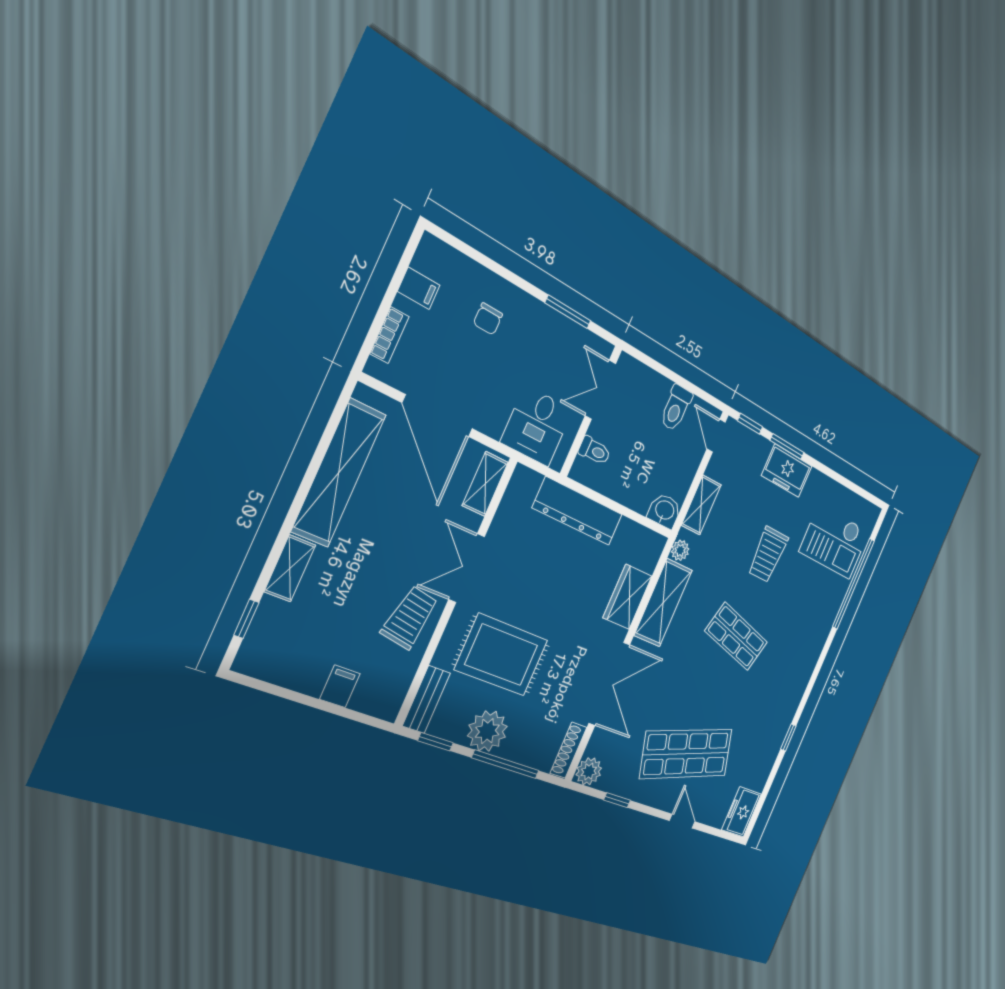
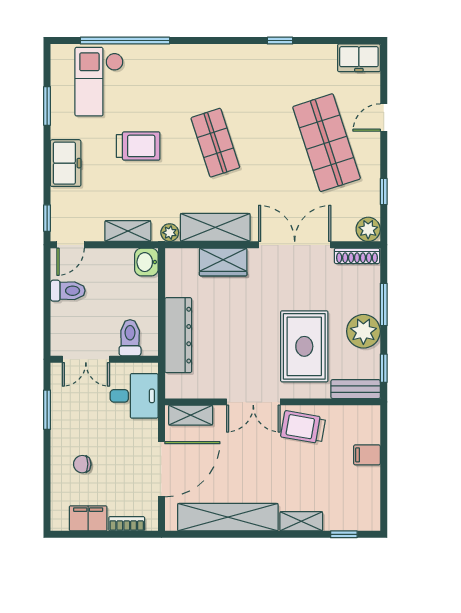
filing cabinet: (419, 288) -> (88, 518), width x2.00
chair: (488, 319) -> (82, 464), turned 180
window: (787, 447) -> (47, 106), moved
toilet: (595, 451) -> (130, 338), width x1.37, depth x1.39
checkout: (834, 541) -> (99, 82), turned 180
shop shelf: (736, 637) -> (215, 143), turned -33
window: (506, 764) -> (384, 305), width x0.69

